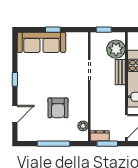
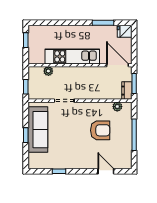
sofa: (41, 42) -> (38, 130), moved
plant: (116, 49) -> (48, 71), width x0.53, depth x0.53
bench: (120, 72) -> (66, 71), removed
window: (15, 79) -> (59, 171), moved

